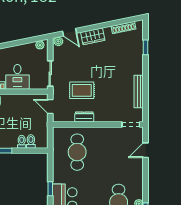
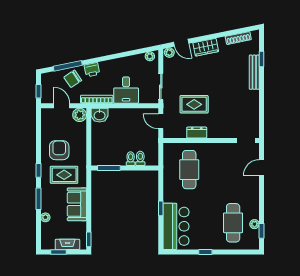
bench: (139, 92) -> (254, 72), moved

